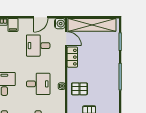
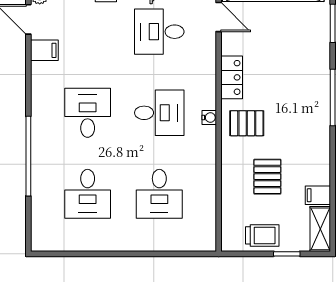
locker: (72, 57) -> (232, 77), moved

